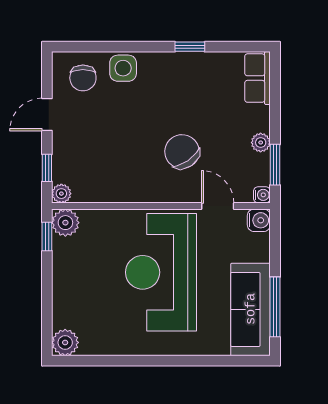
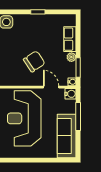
row of seats: (258, 78) -> (70, 39), moved
chair: (182, 152) -> (34, 61), turned 91
window: (275, 307) -> (78, 116), moved

